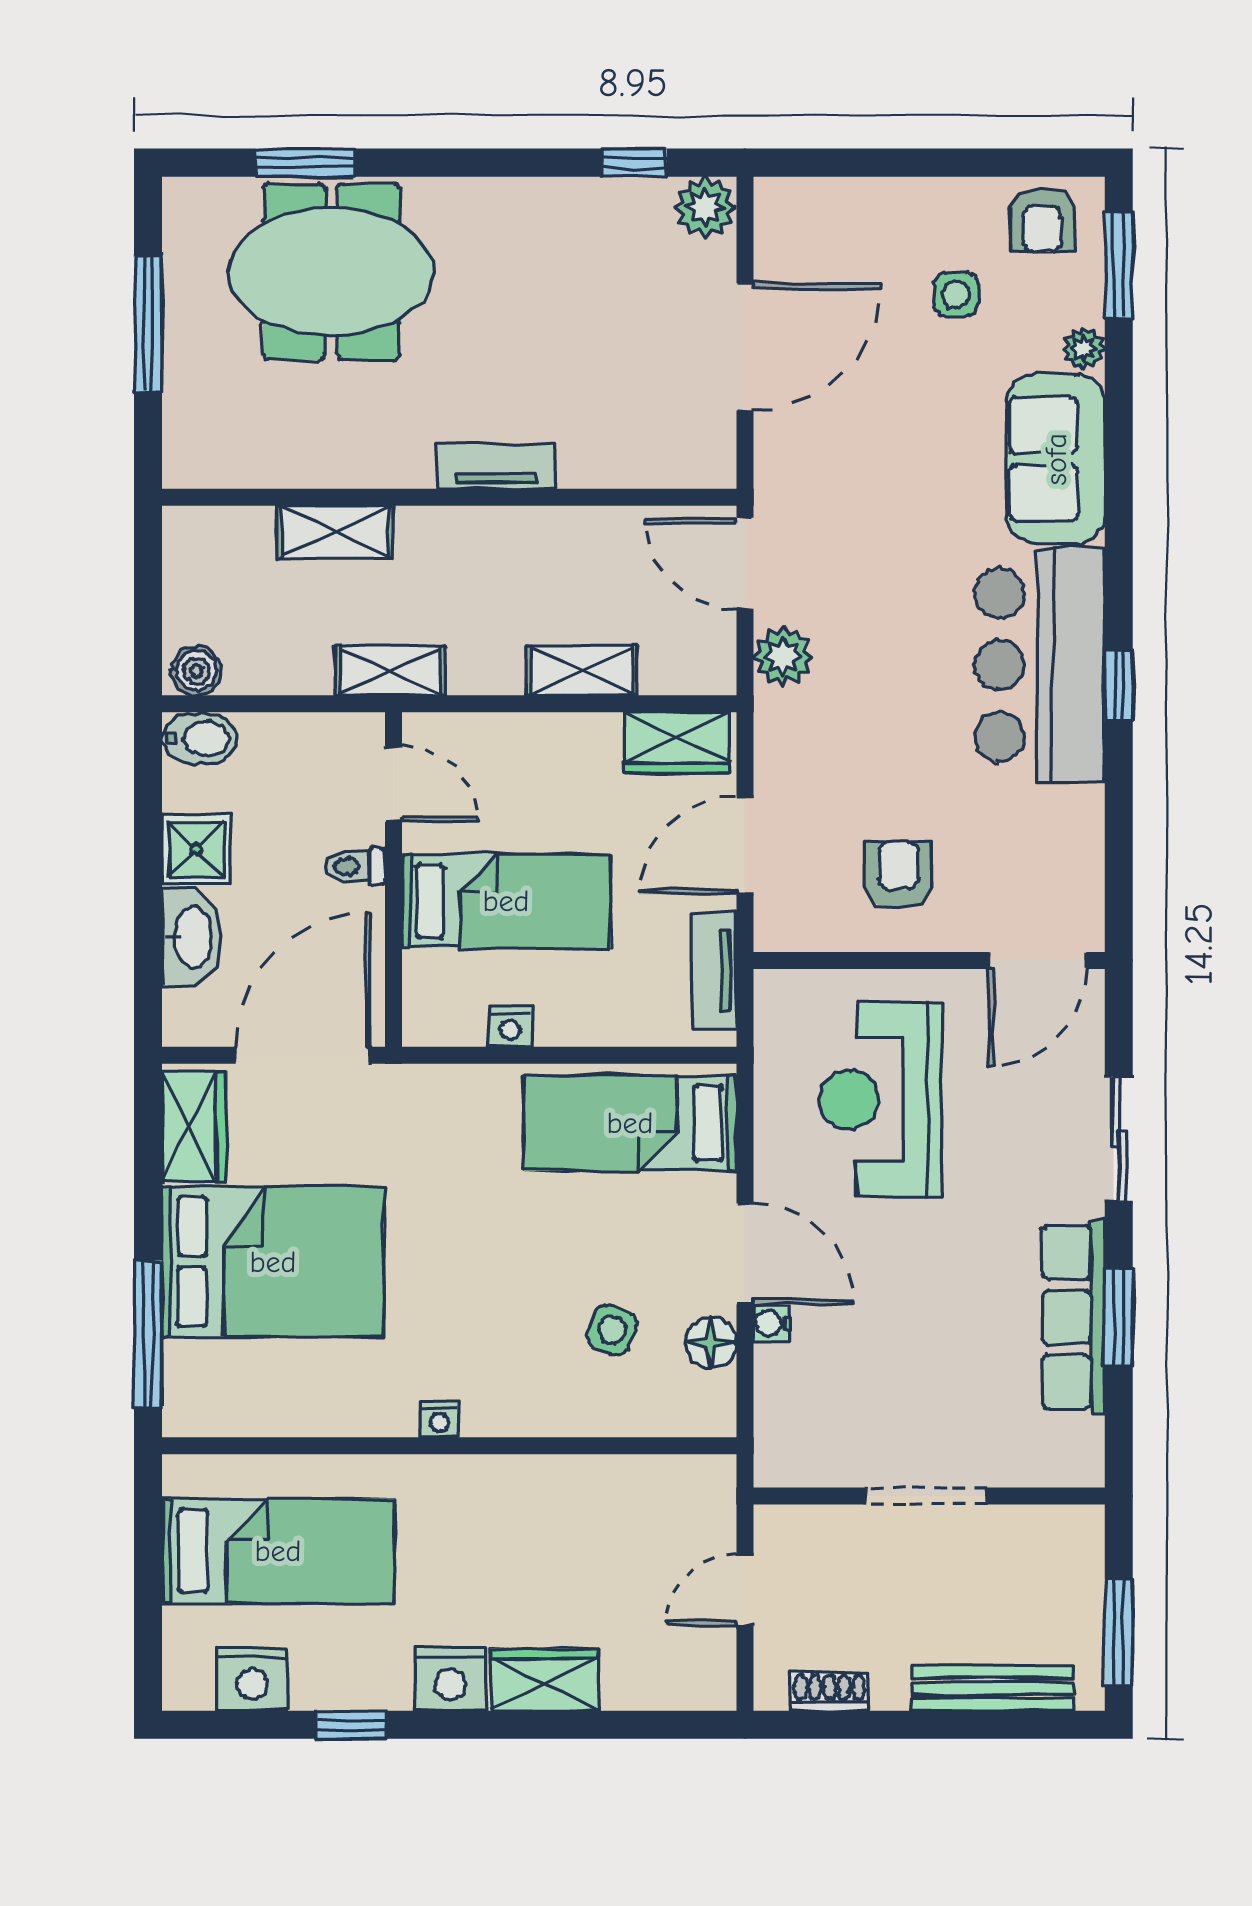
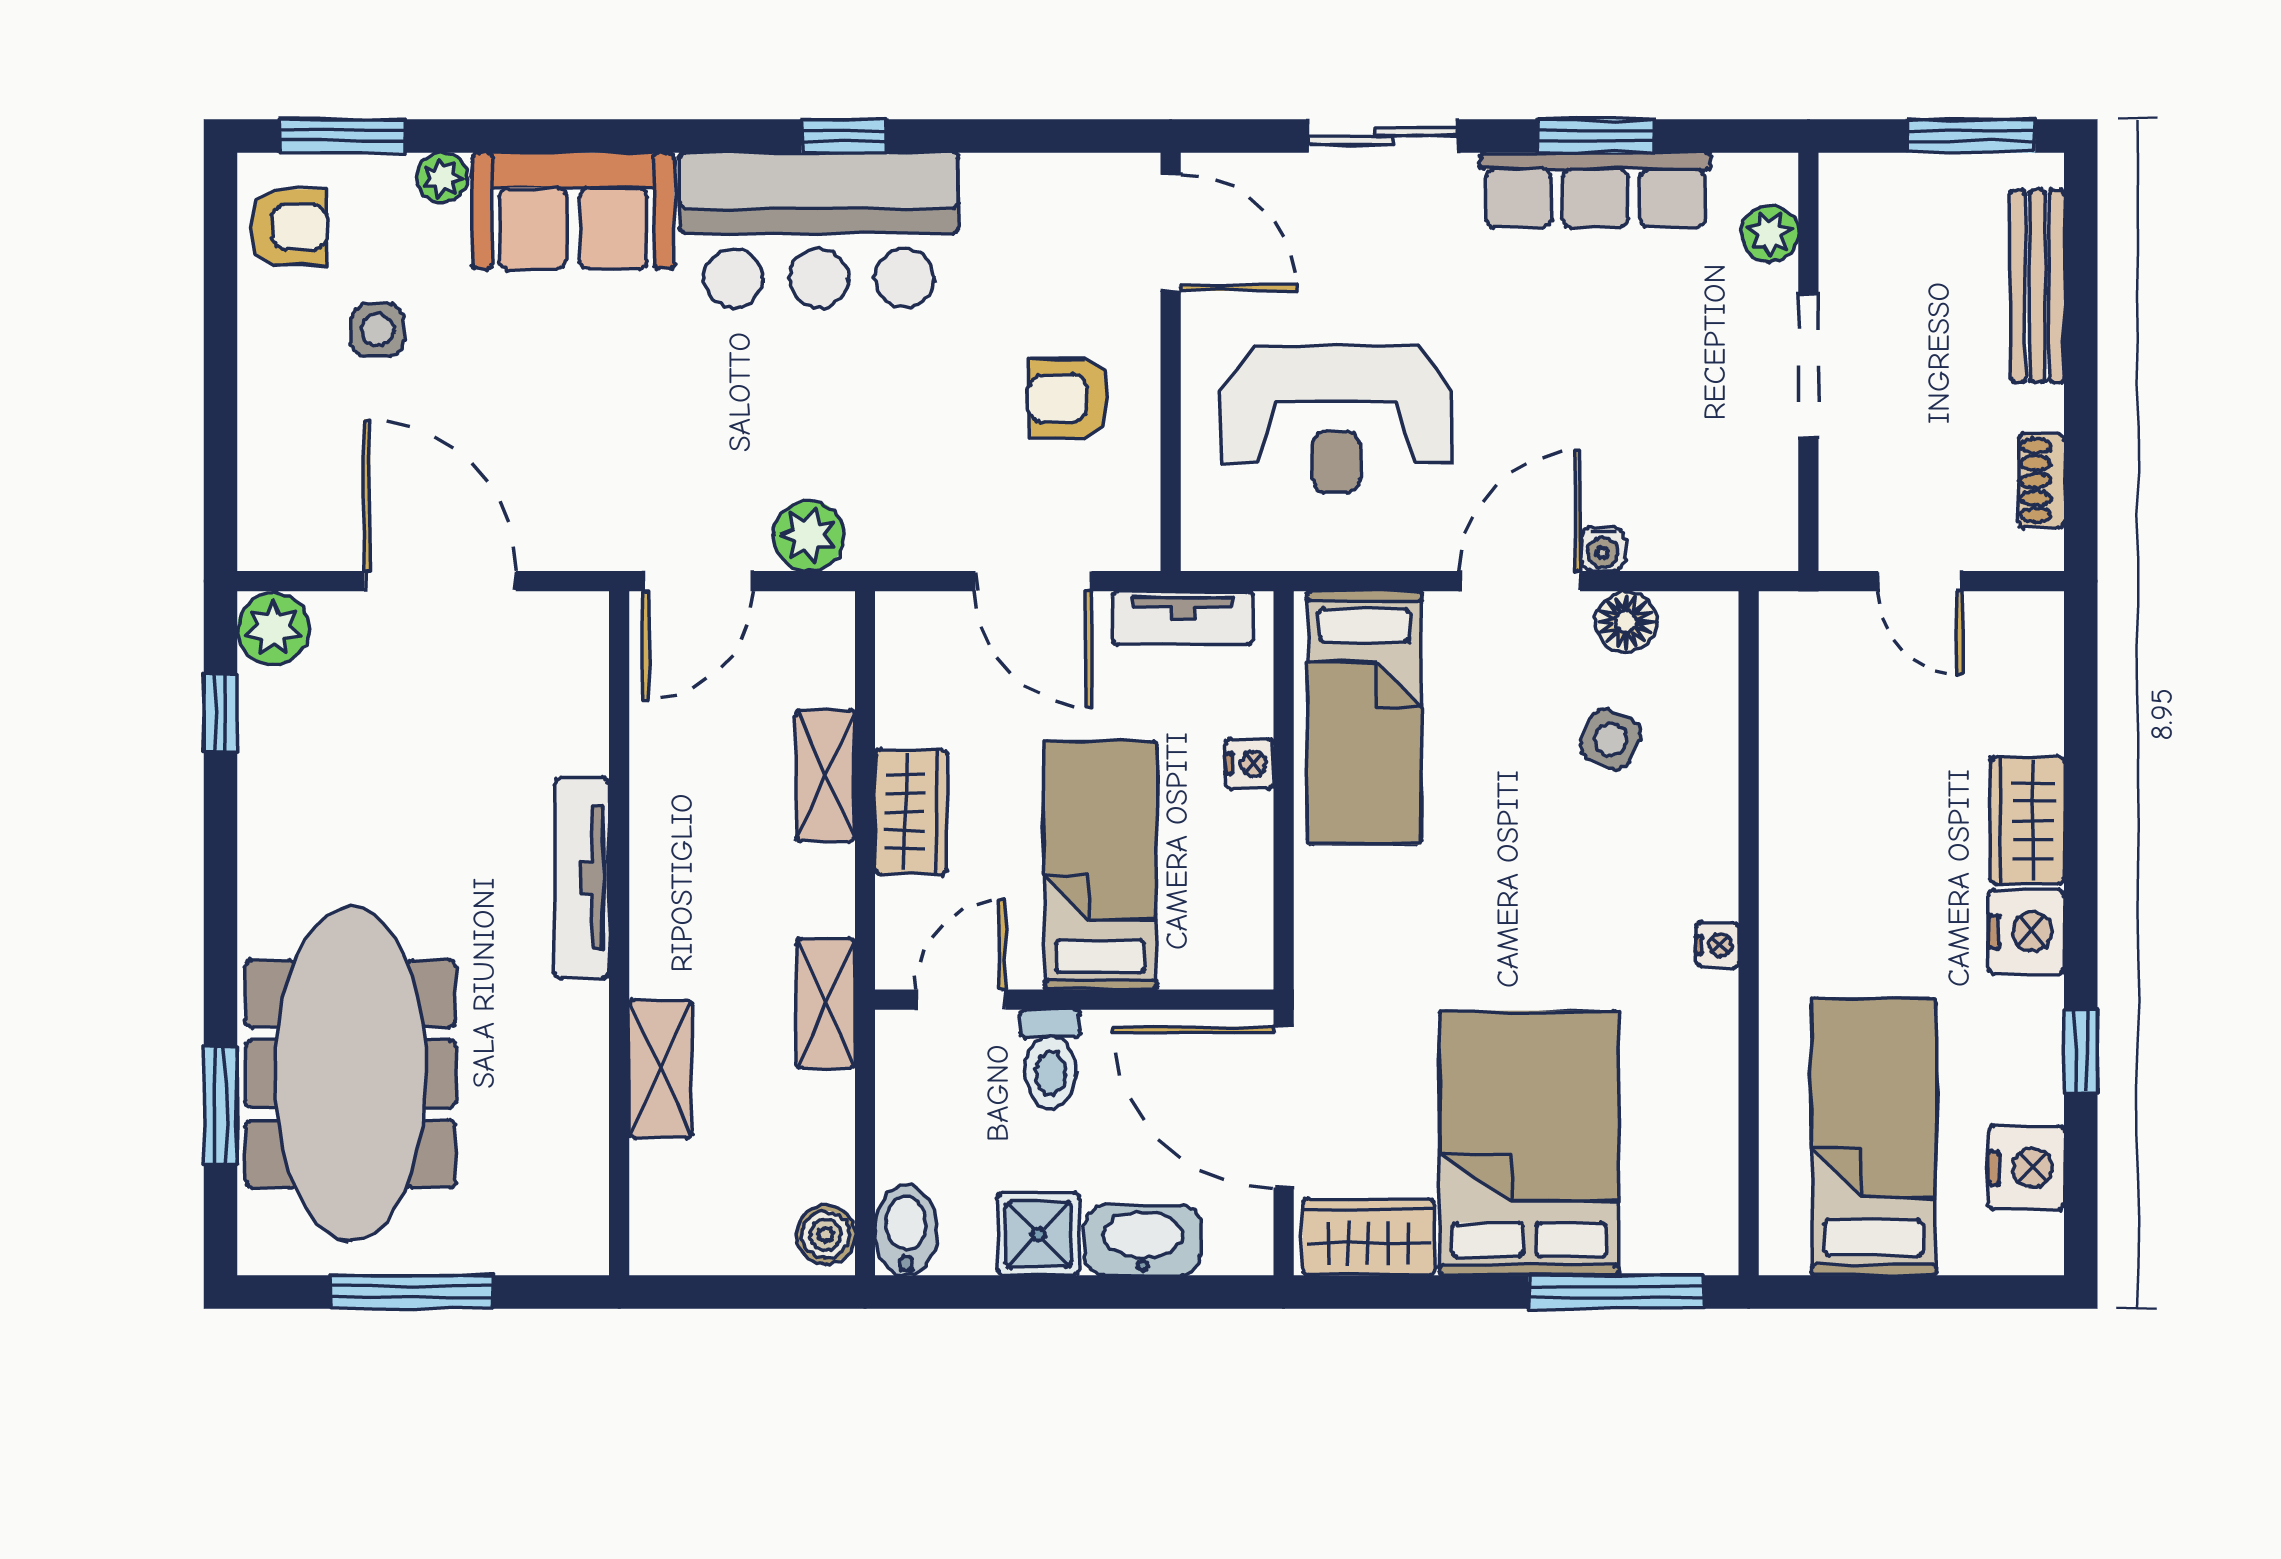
meeting table: (331, 272) -> (351, 1074), width x1.36
tv unit: (496, 466) -> (582, 878), width x1.41
wardrobe: (677, 743) -> (911, 812), moved
toilet: (355, 866) -> (1050, 1059), width x1.37, depth x1.39
nightstand: (510, 1027) -> (1250, 764), moved
plant: (1037, 1464) -> (1770, 234), added

